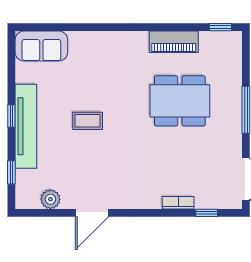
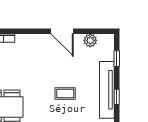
door: (92, 213) -> (62, 31), swing flipped

